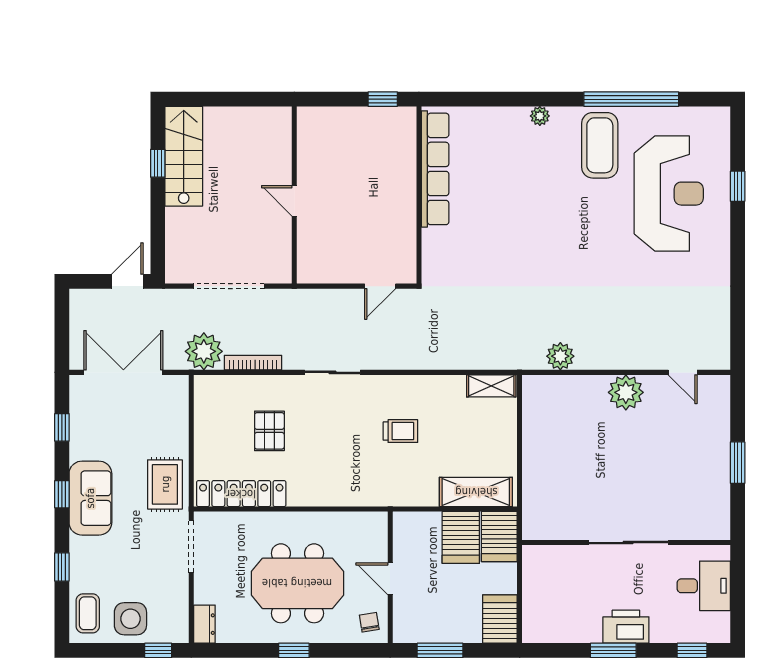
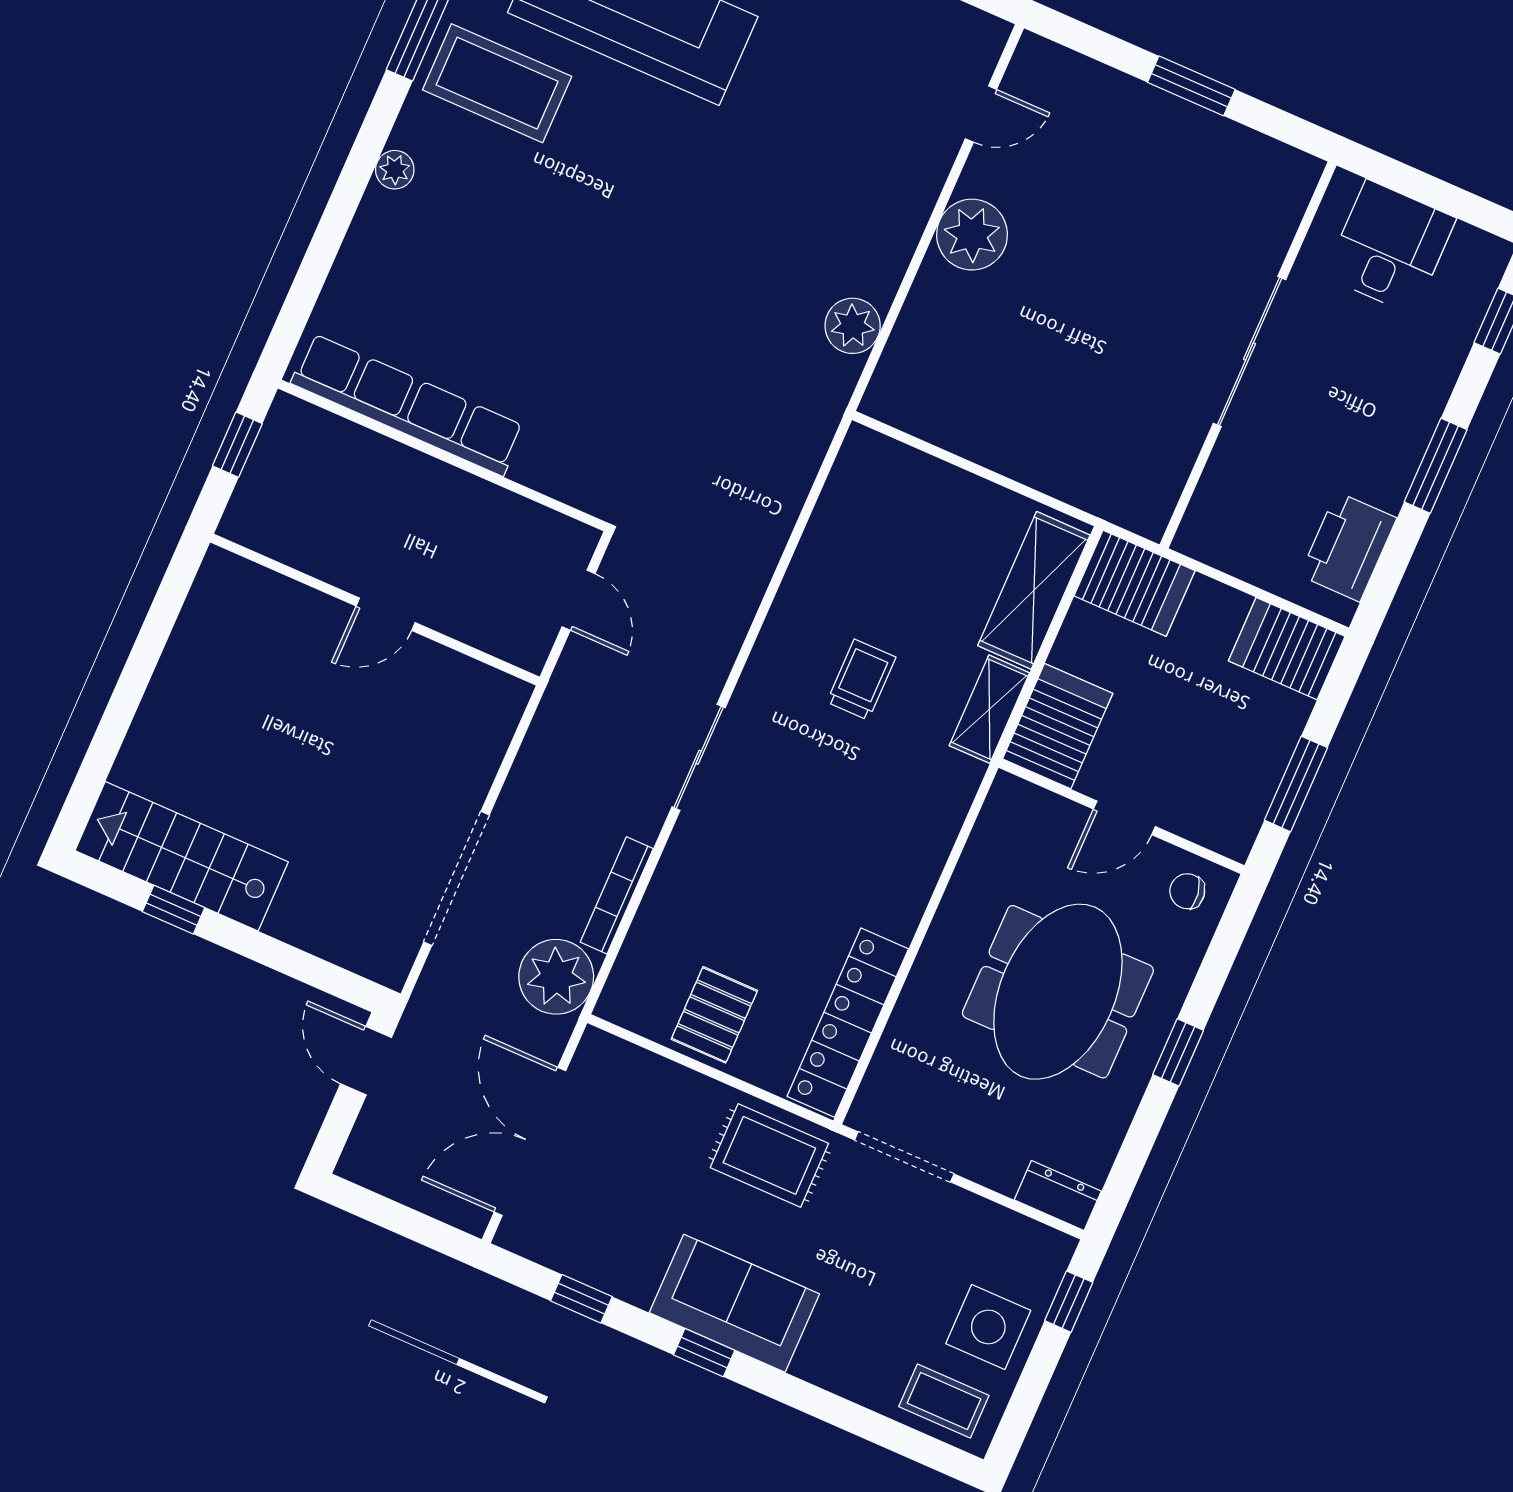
wall: (294, 195) -> (375, 610), moved
door: (294, 201) -> (386, 614), moved
shelving: (491, 386) -> (989, 709), moved
pallet: (269, 431) -> (714, 1015), moved, turned 90
server rack: (461, 537) -> (1058, 726), moved, turned -90
window: (62, 567) -> (838, 1411), removed
printer: (626, 627) -> (1348, 547), moved

